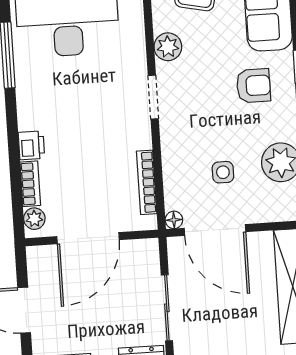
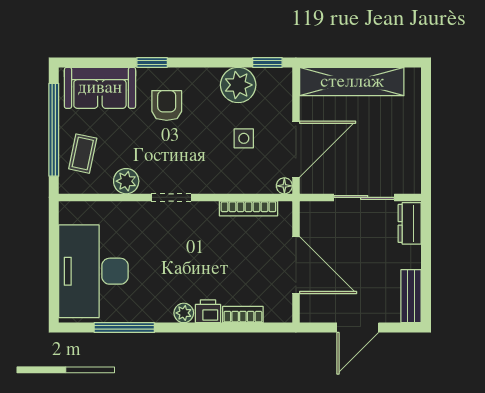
plant: (34, 219) -> (184, 313), moved

